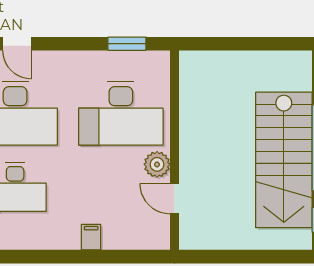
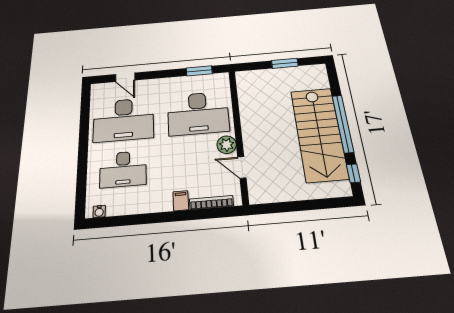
window: (253, 44) -> (285, 63), added
bookcase: (131, 243) -> (211, 202), added

